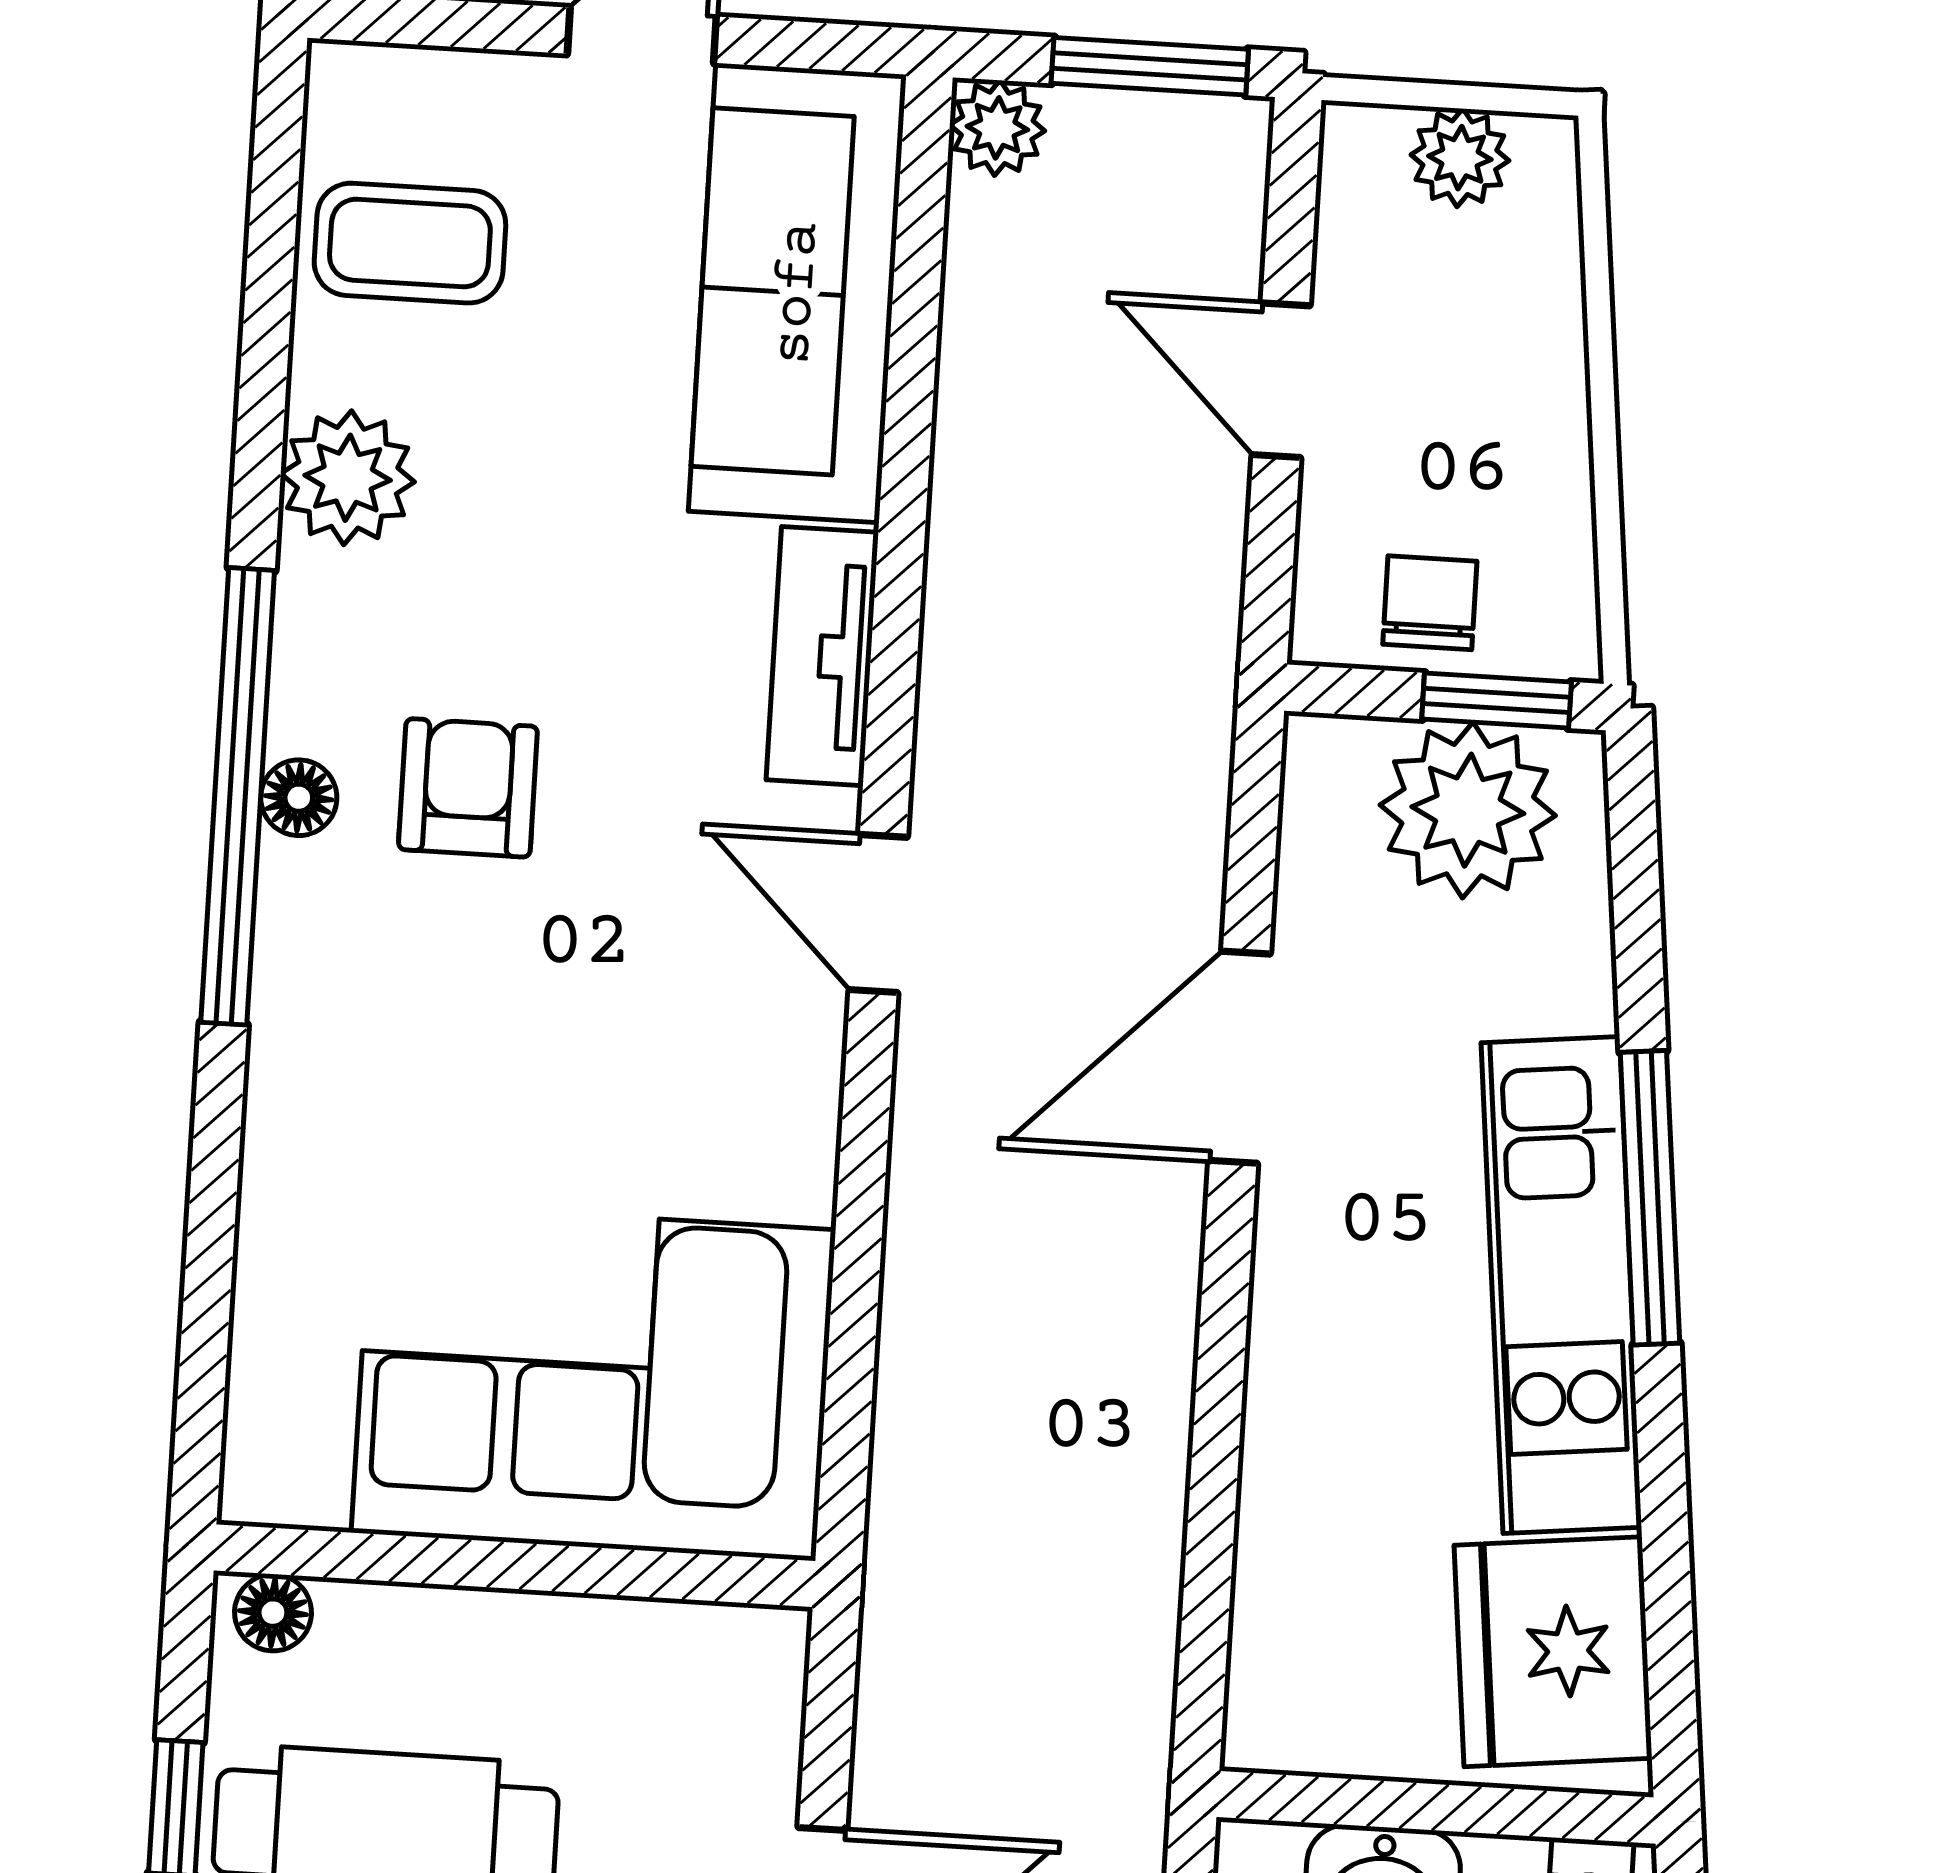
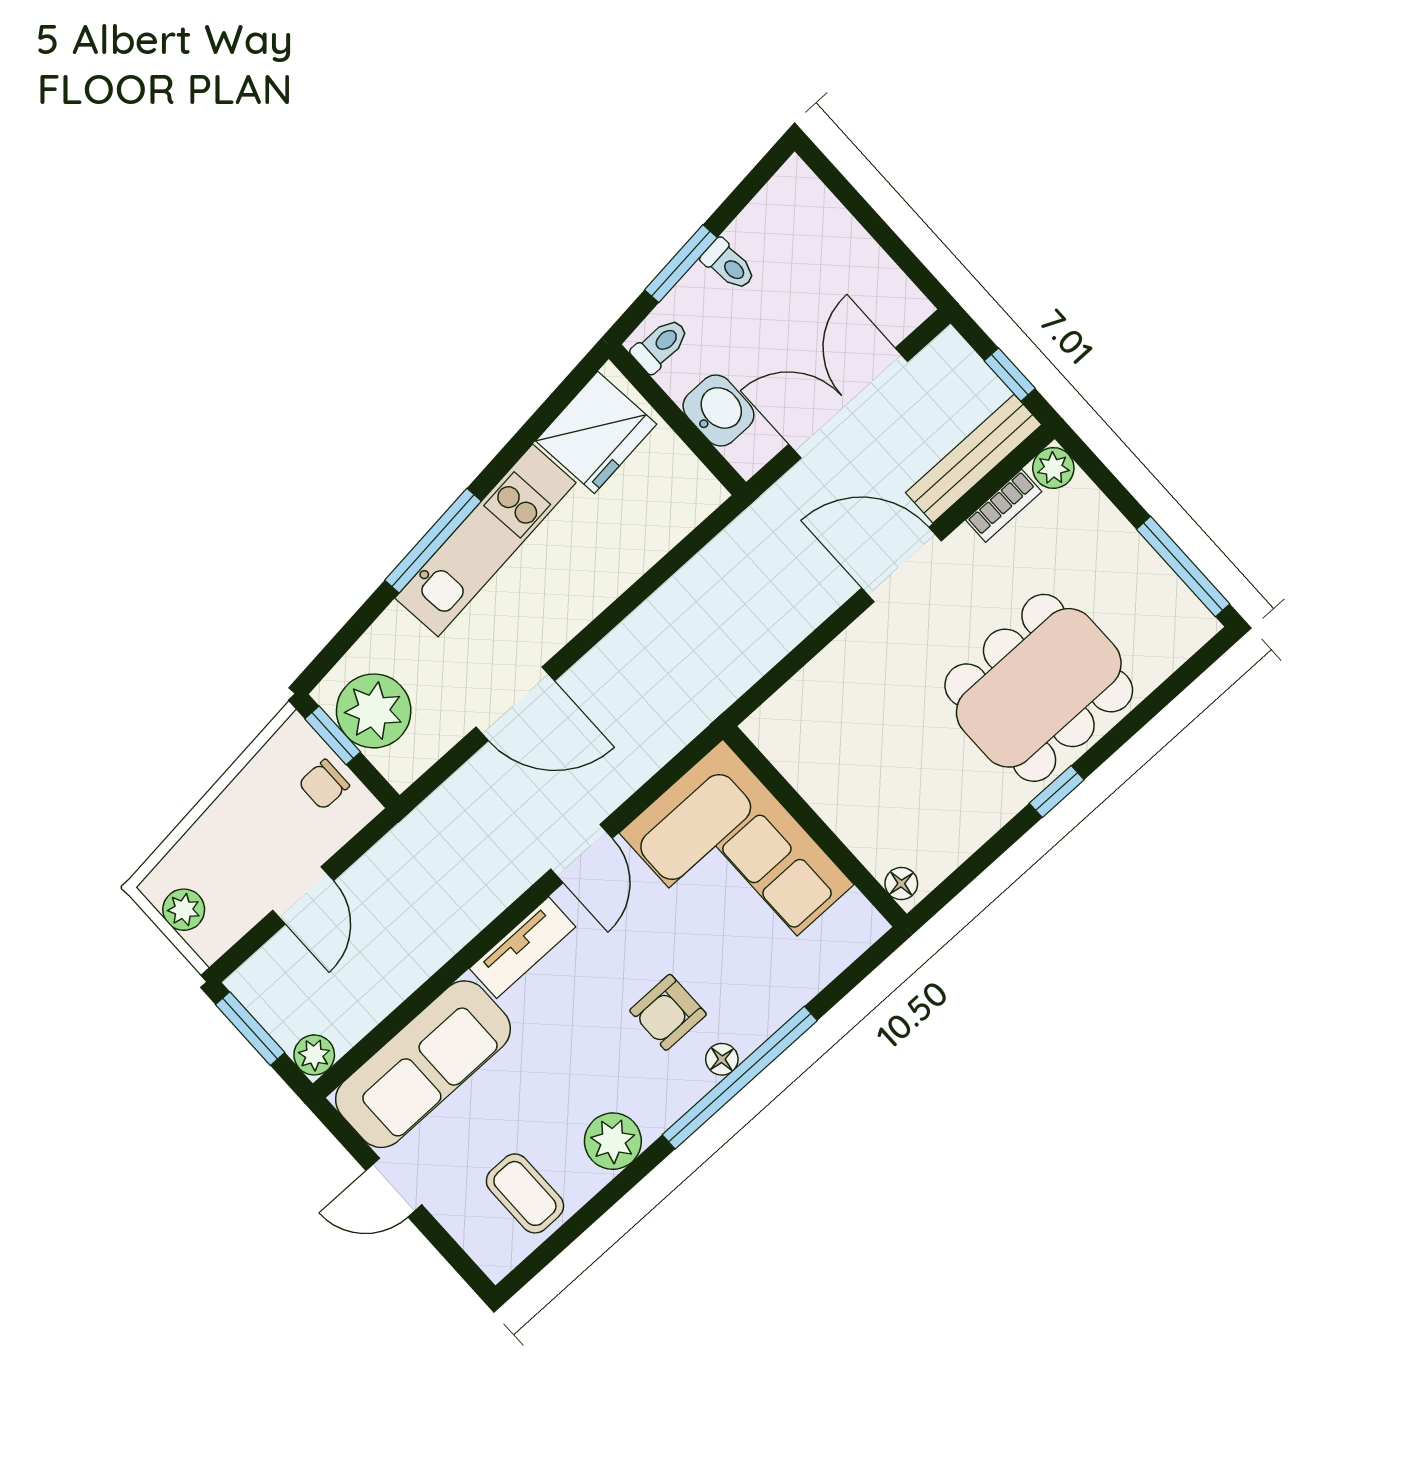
corner sofa: (593, 1381) -> (737, 859), moved
wall: (514, 1566) -> (815, 826), moved
floor lamp: (273, 1613) -> (901, 884), moved

